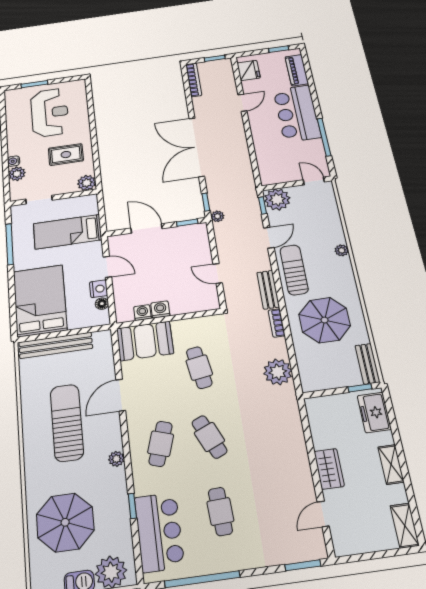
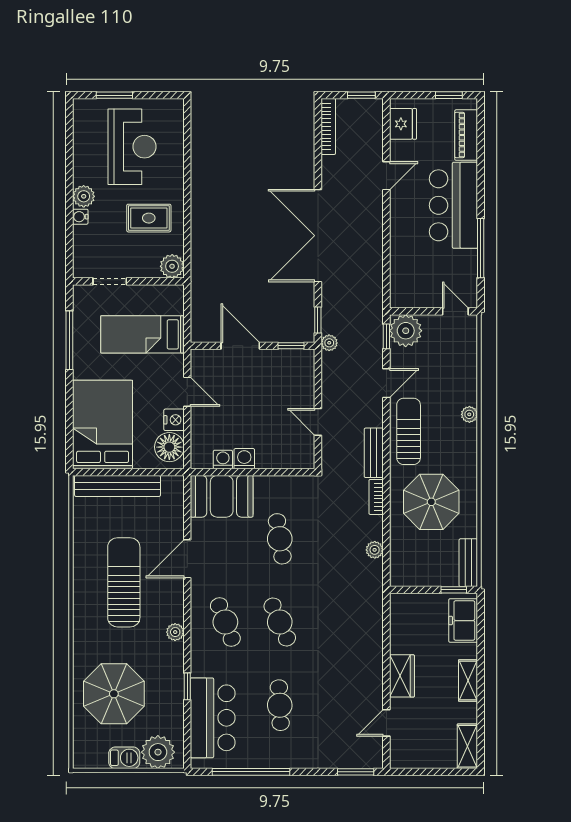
plant: (17, 174) -> (84, 196), moved
floor lamp: (102, 304) -> (169, 447), width x1.89, depth x1.89
plant: (278, 372) -> (375, 550), width x0.53, depth x0.53
cafe table: (161, 444) -> (225, 622), turned -39

